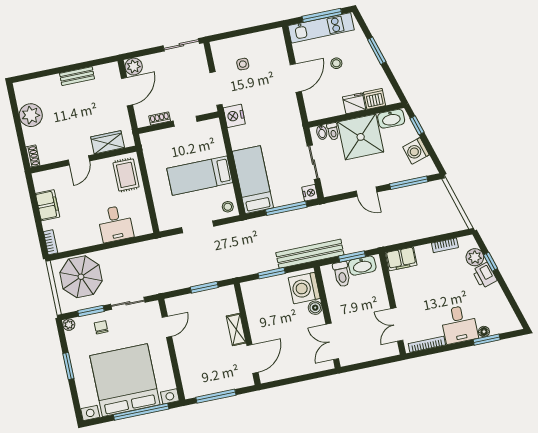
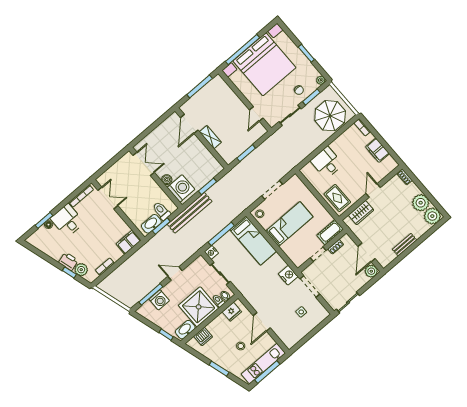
plant: (26, 92) -> (432, 216), added
fridge: (354, 103) -> (232, 312), moved
cot: (157, 139) -> (330, 232), added
washing machine: (416, 151) -> (159, 300), moved, turned 107

